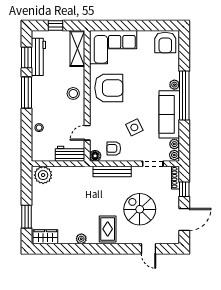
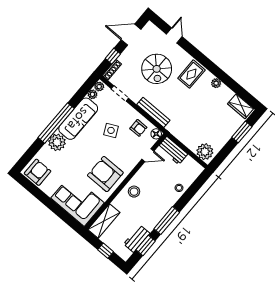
workbench: (38, 57) -> (137, 239), width x0.73
plant: (174, 85) -> (57, 142), width x1.88, depth x1.88

